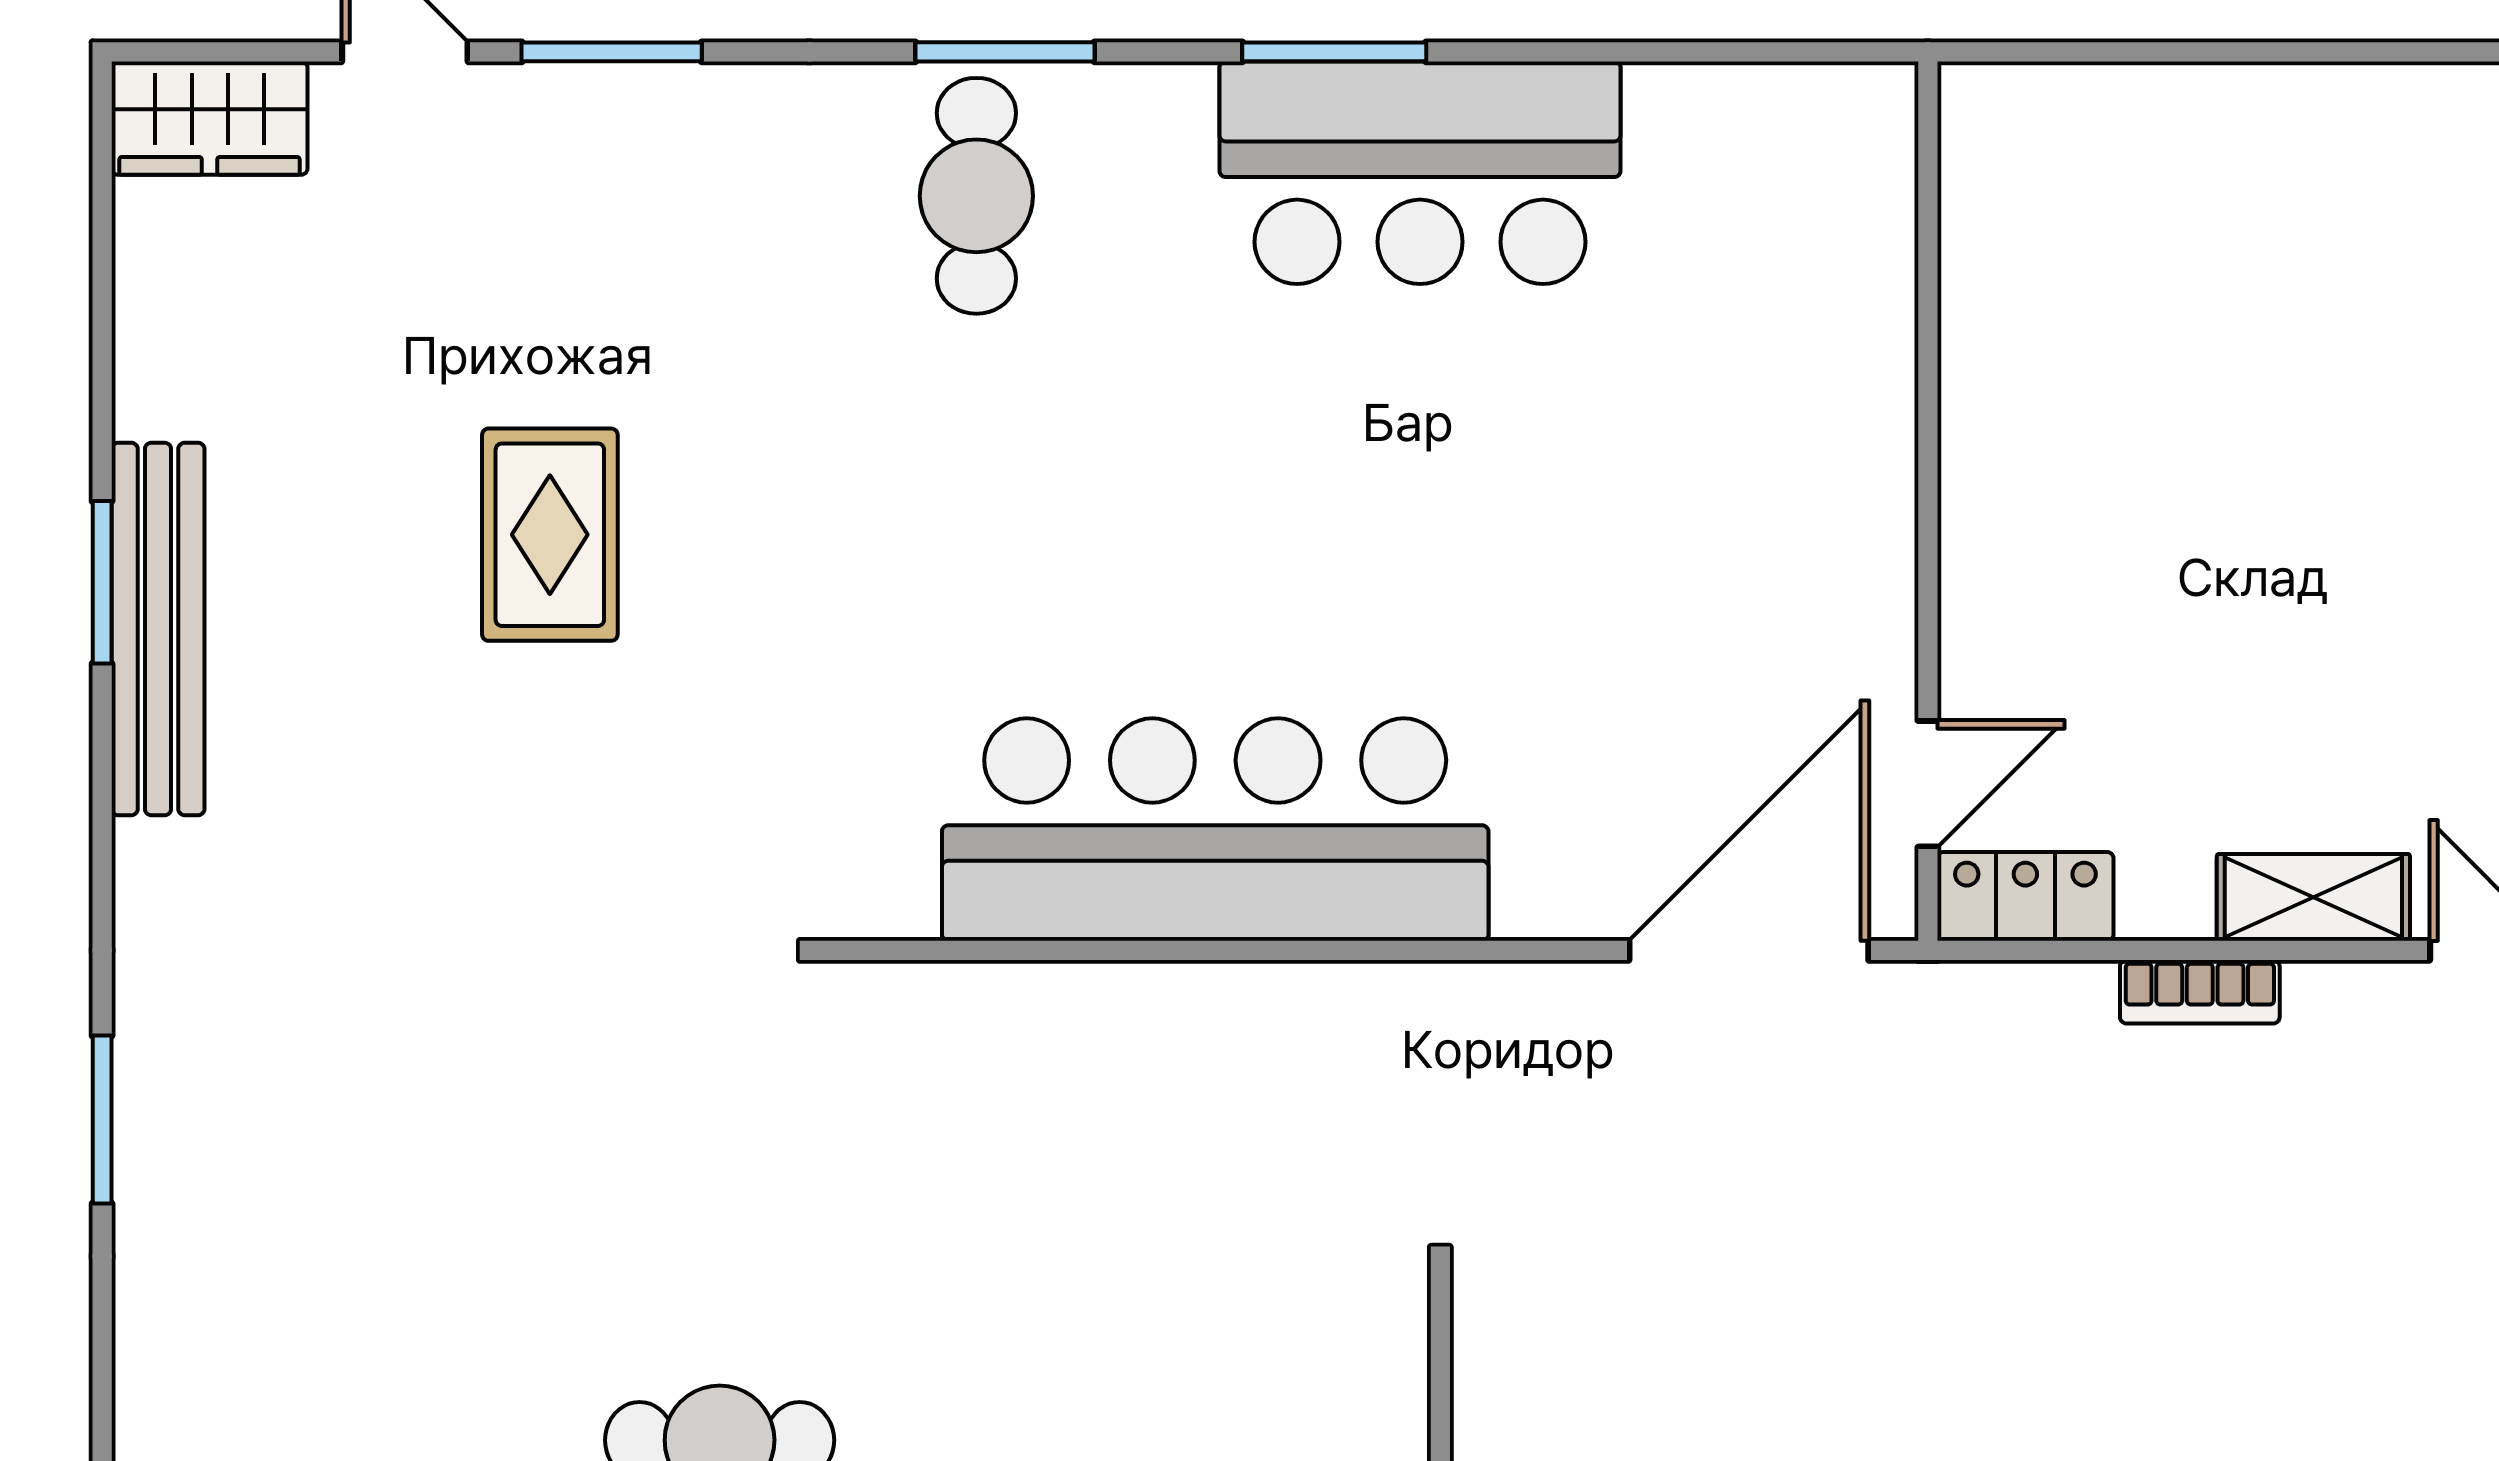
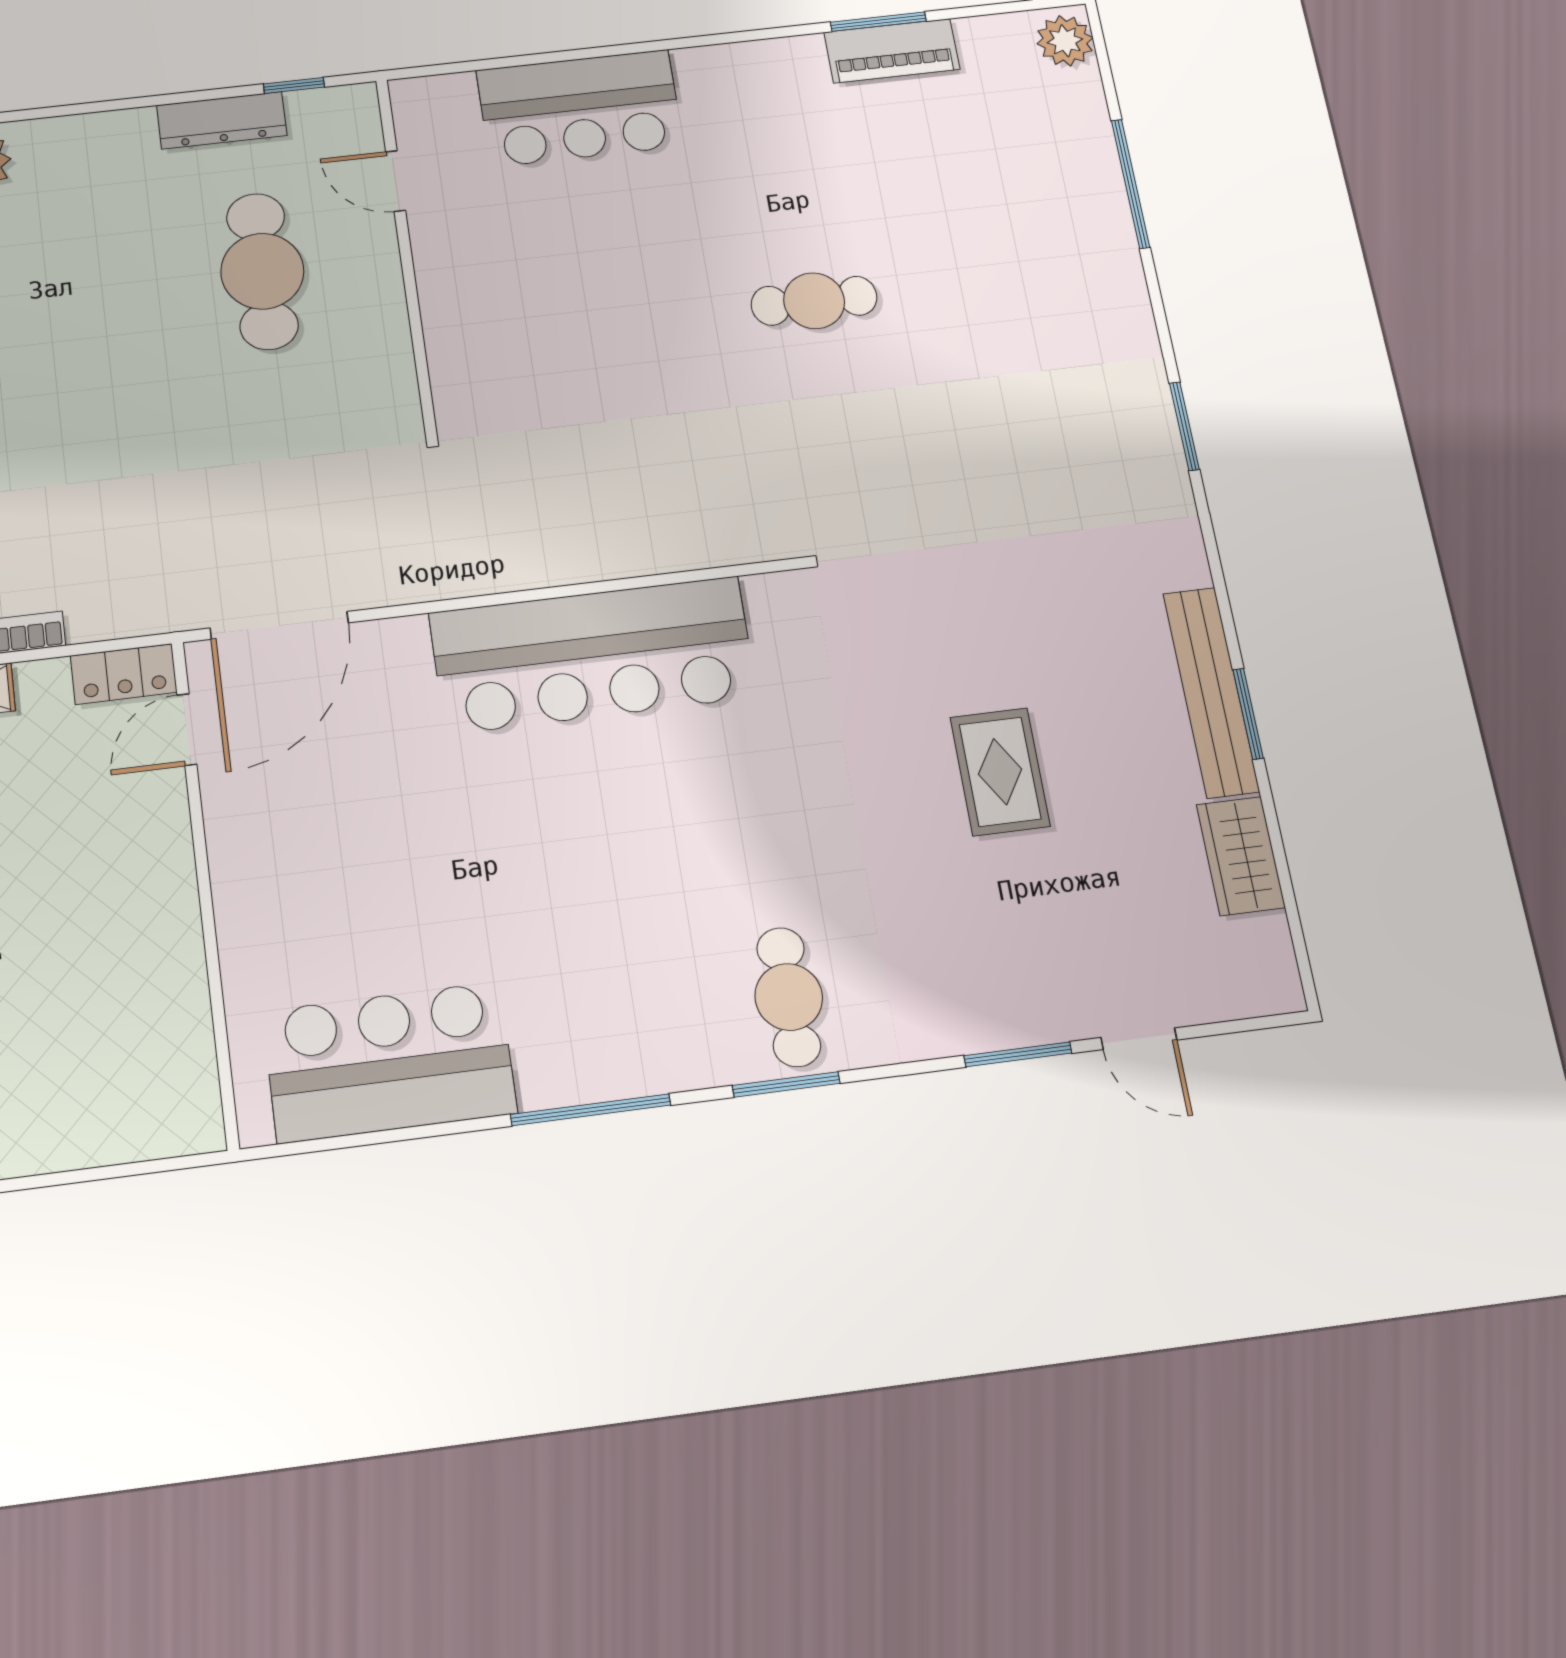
window: (1334, 52) -> (591, 1110), width x1.44
wardrobe: (210, 118) -> (1241, 856), moved, turned -90
bar counter: (1420, 173) -> (389, 1062), moved

